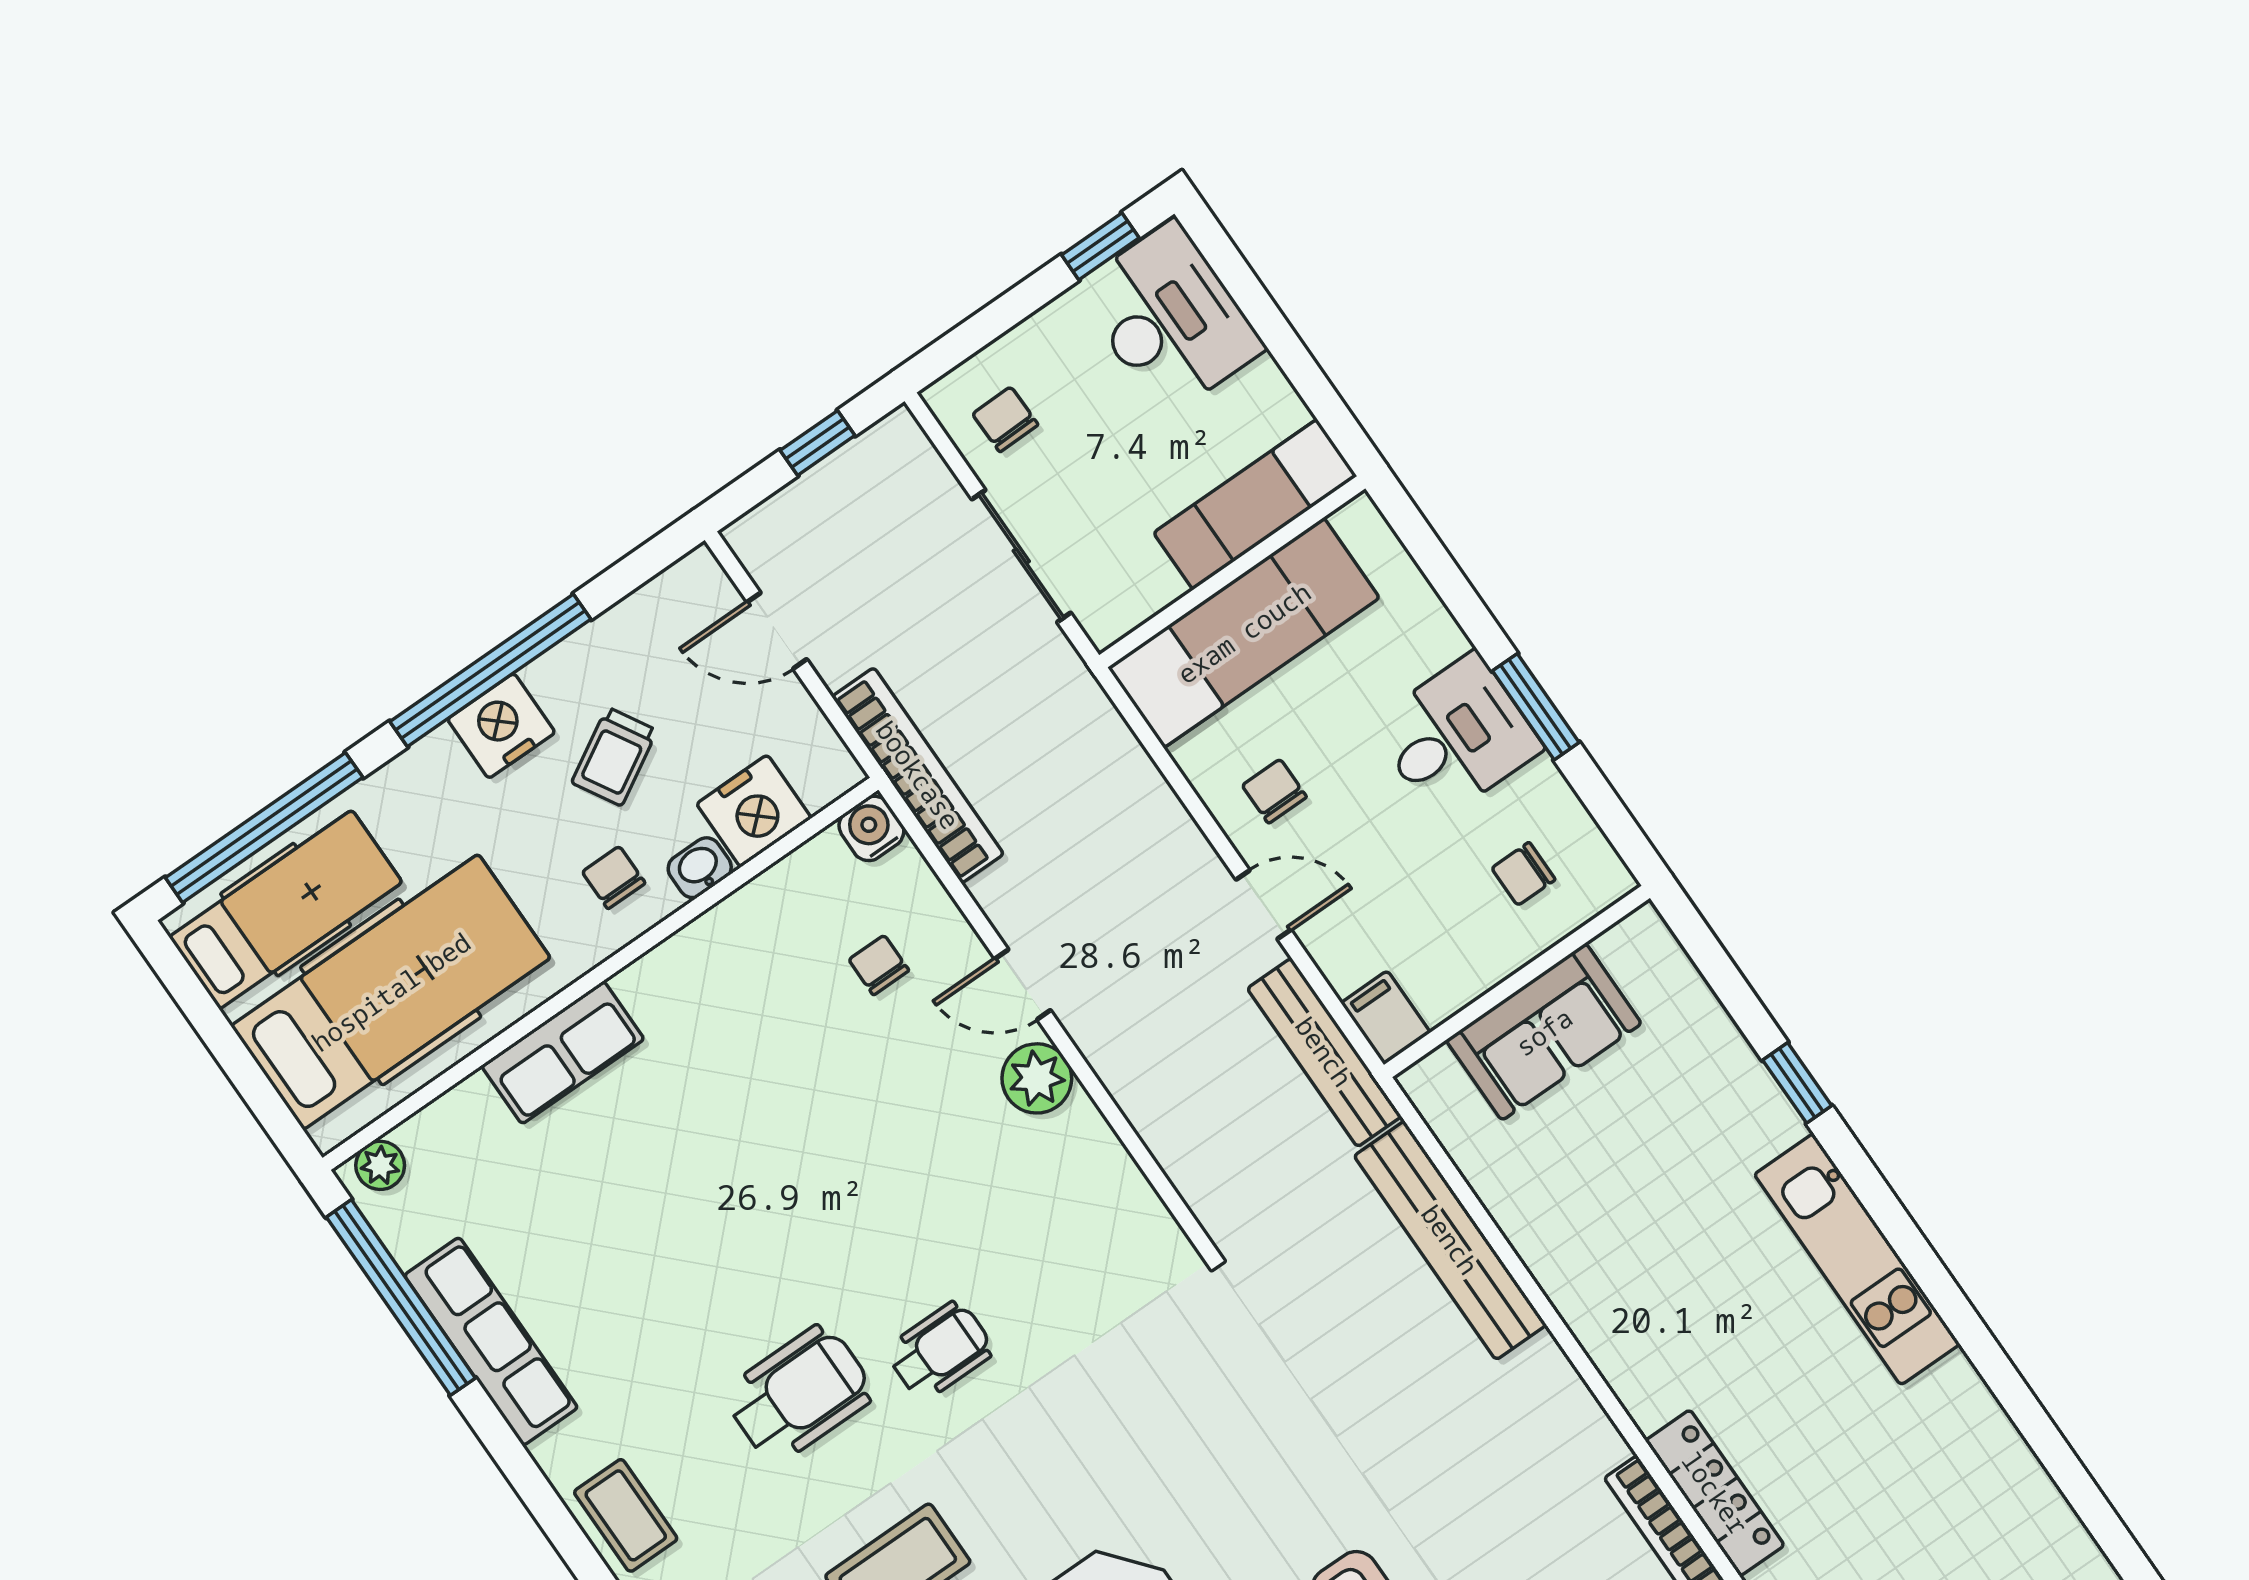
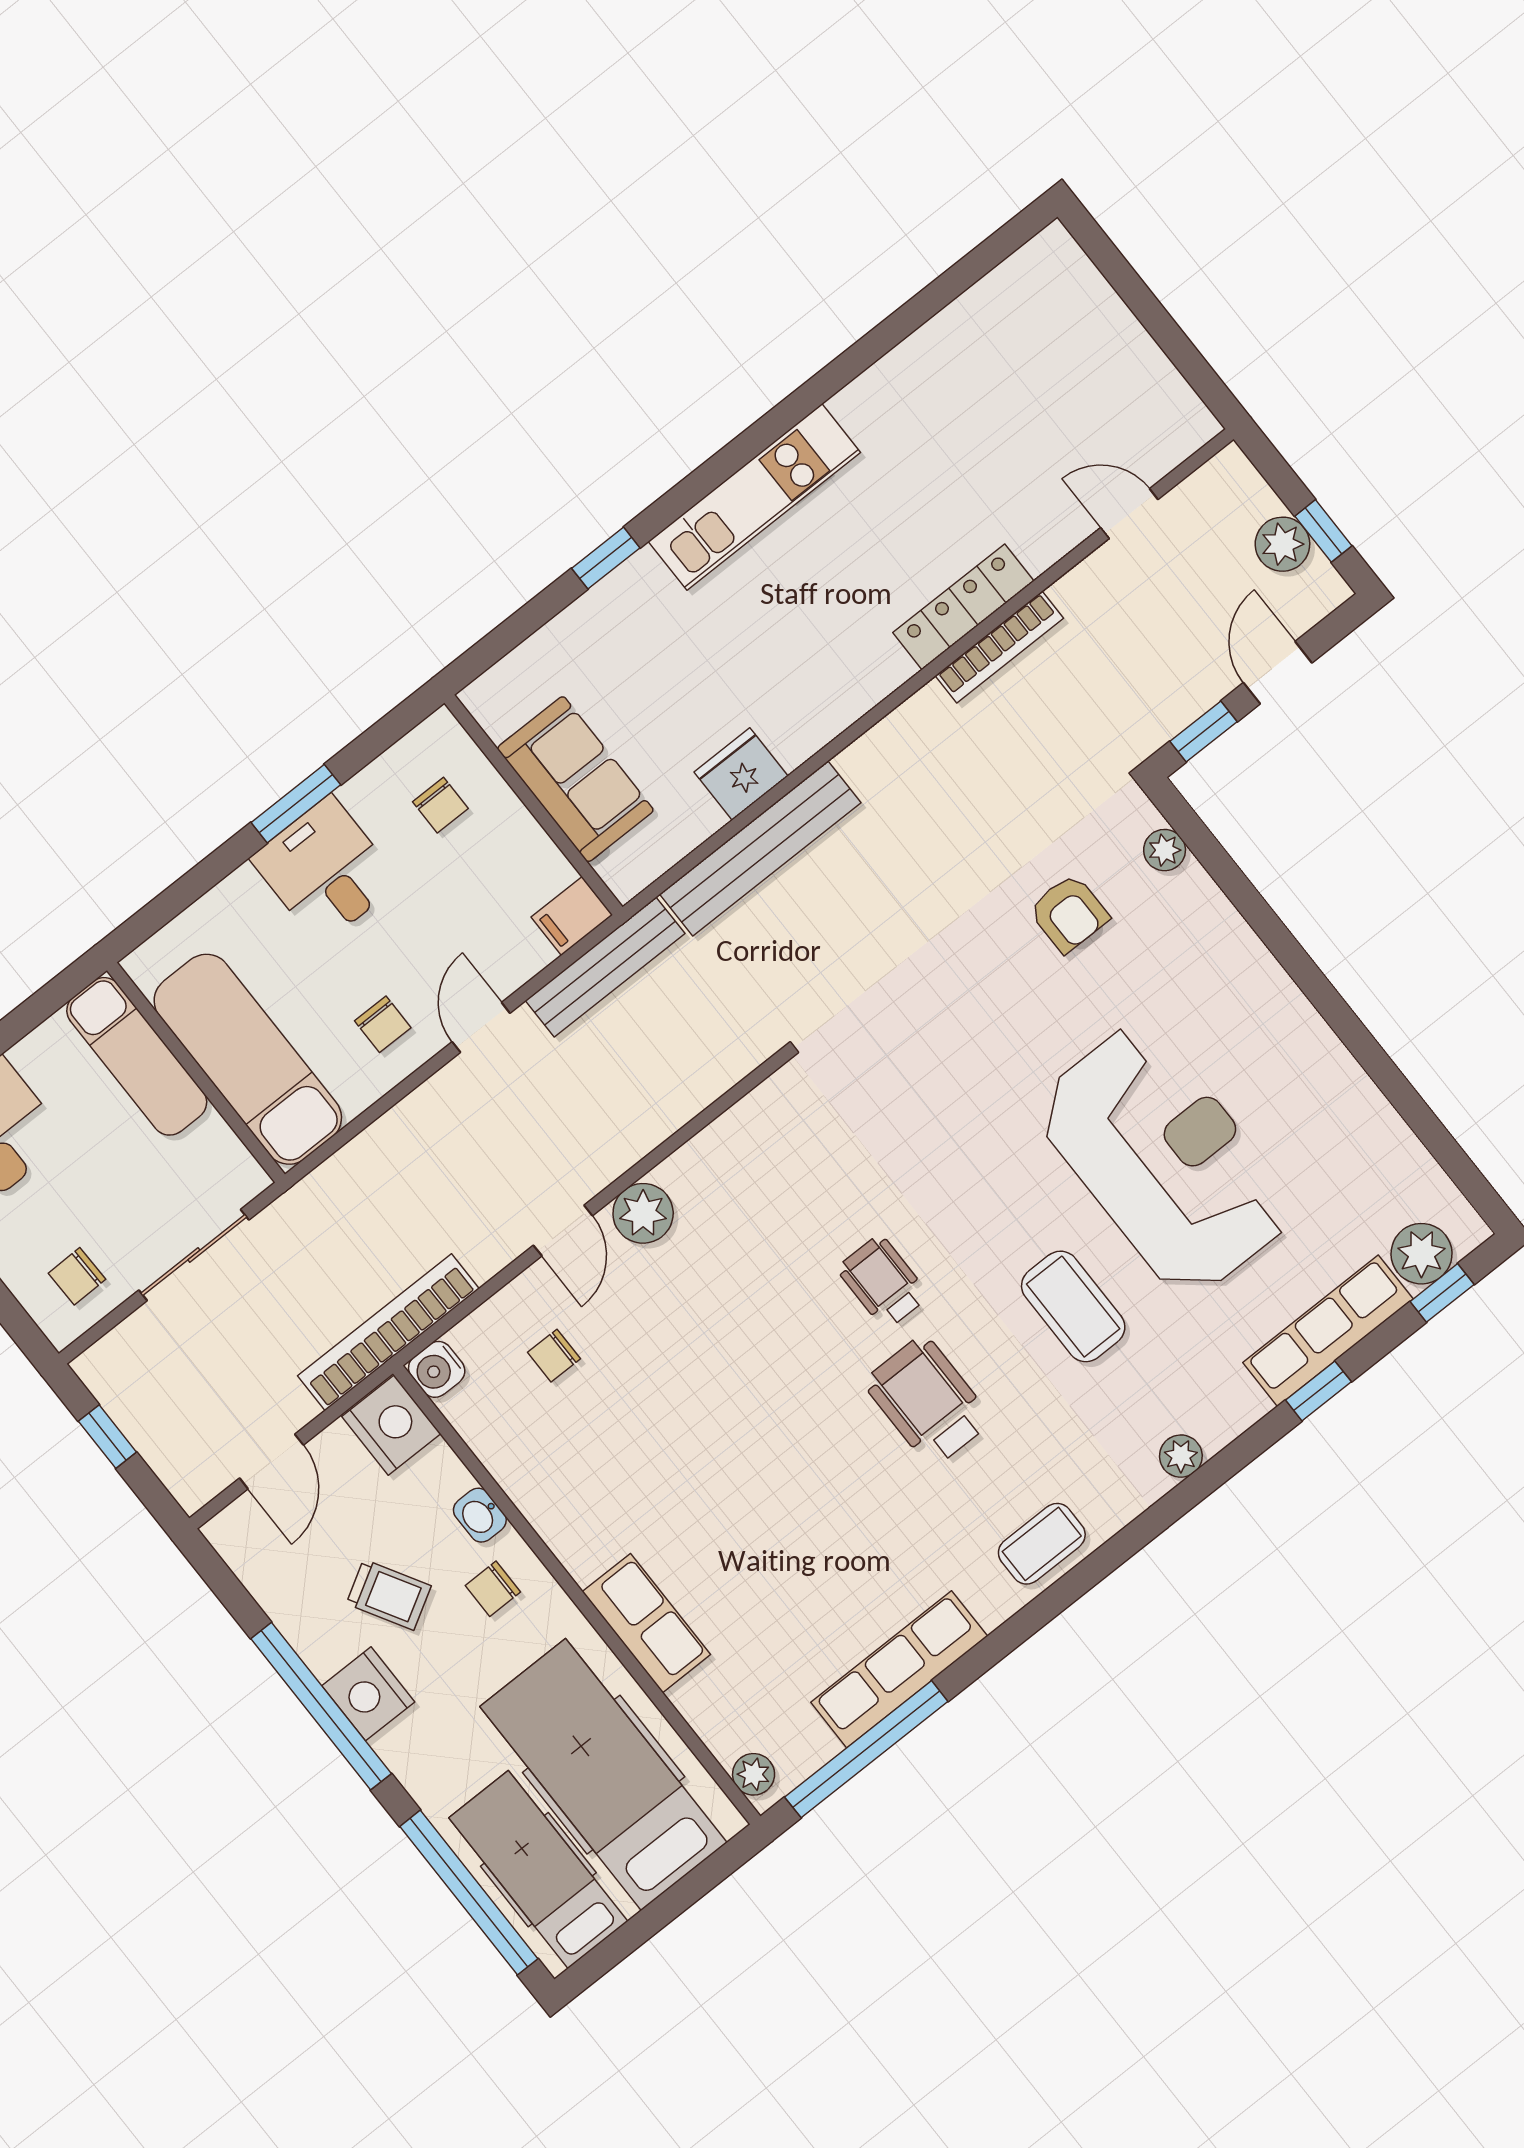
chair: (1274, 791) -> (383, 1024), turned -90
nightstand: (754, 811) -> (391, 1425), moved
fridge: (1538, 1224) -> (741, 774), added

